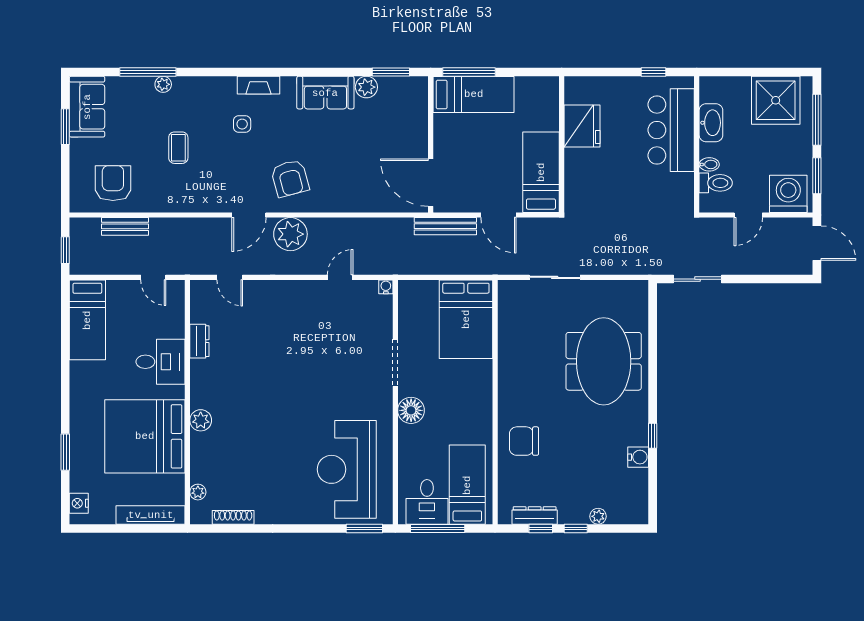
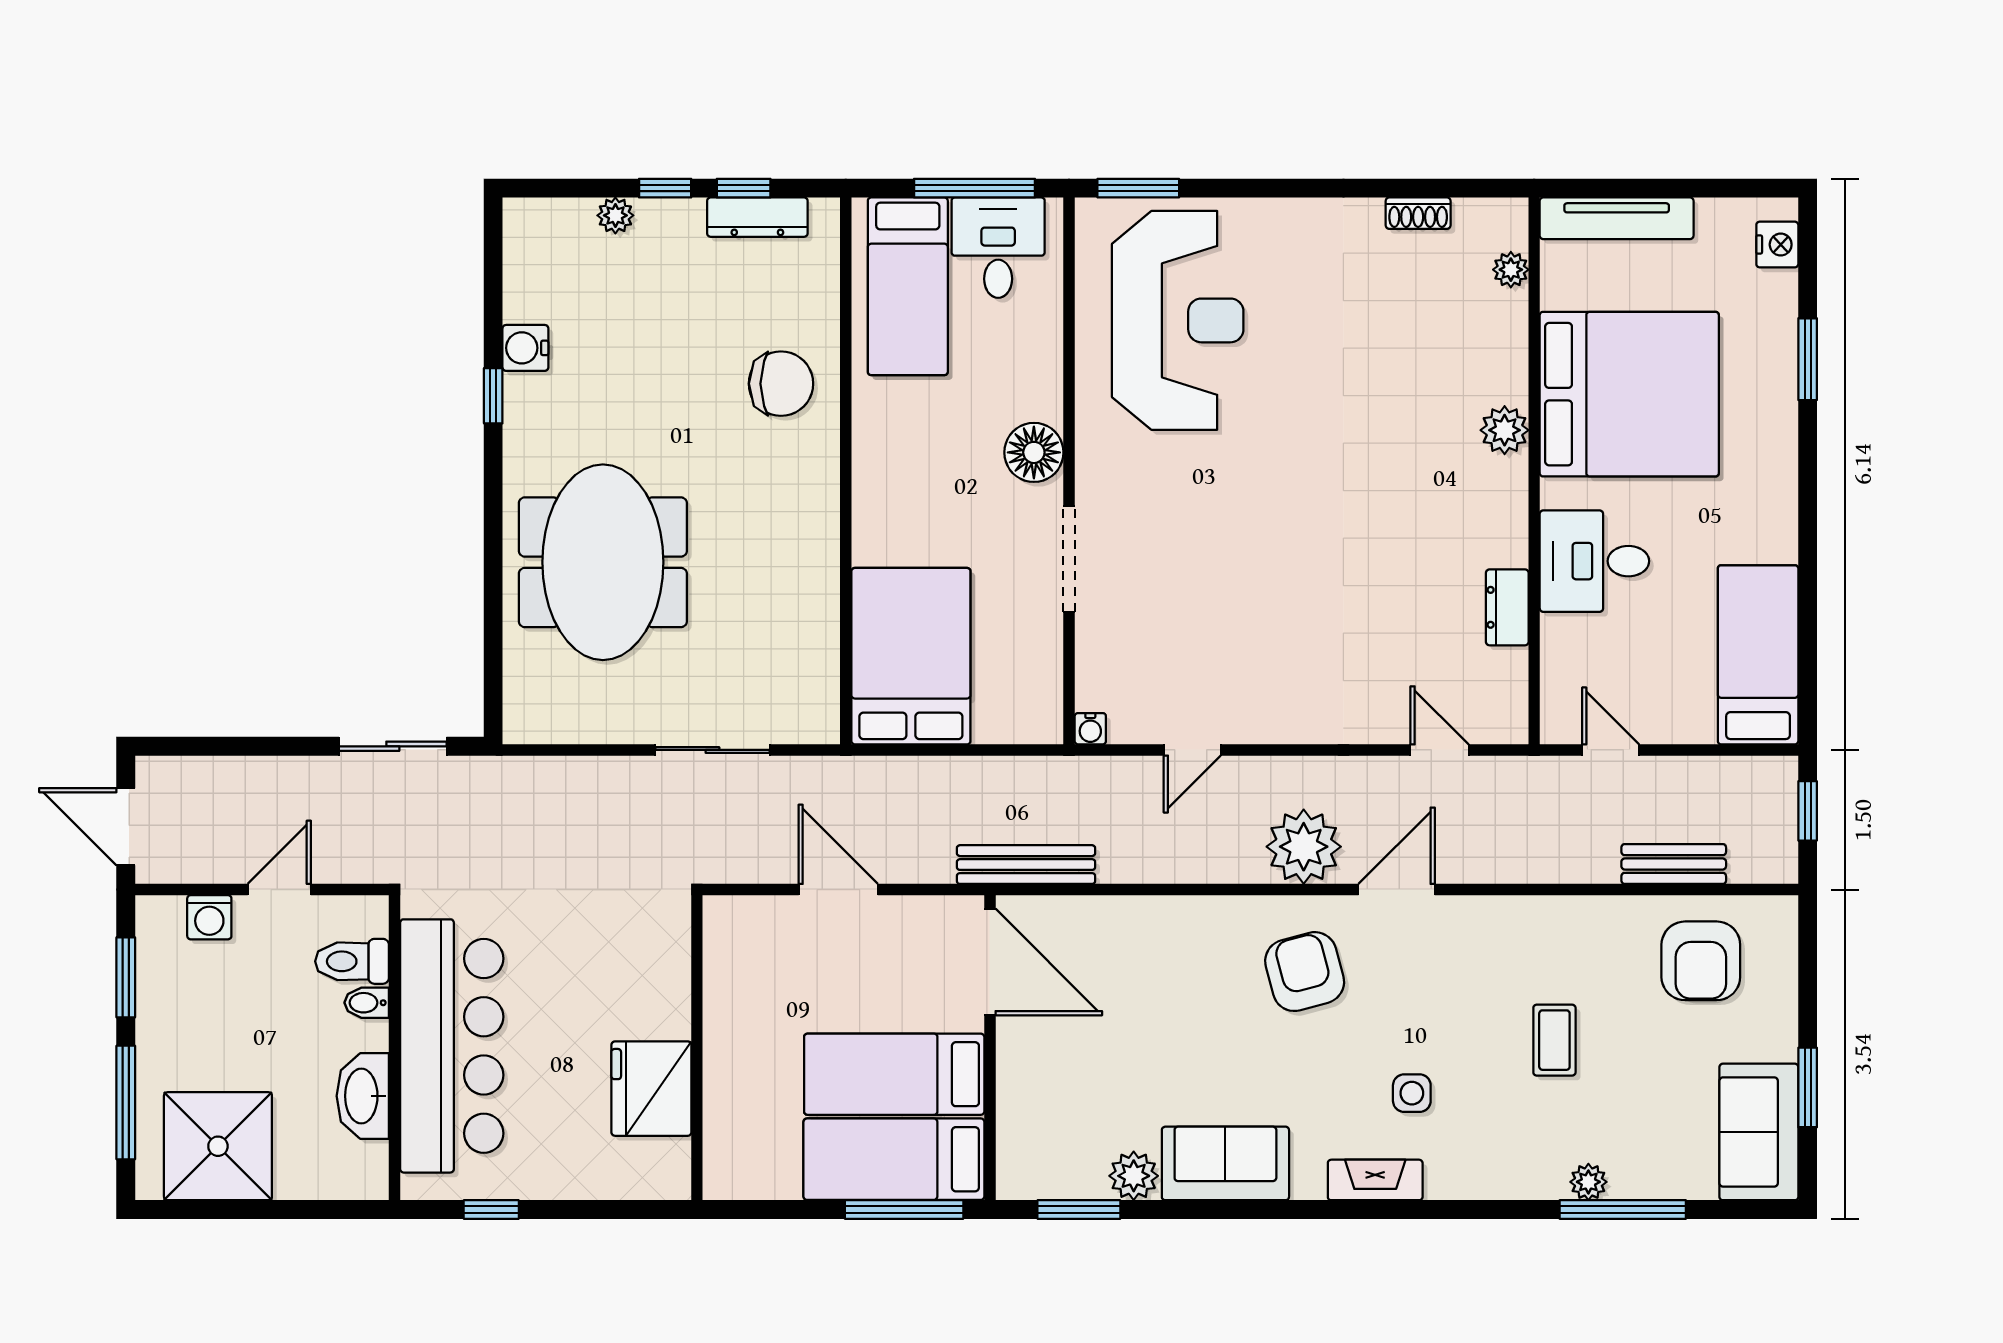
bar counter: (671, 130) -> (452, 1046), width x1.36
bed: (541, 172) -> (894, 1074), moved, turned 90
washing machine: (788, 194) -> (209, 917), width x0.53, depth x0.53
bench: (445, 226) -> (1026, 865), moved
shoe rack: (233, 517) -> (1418, 213), width x0.70

